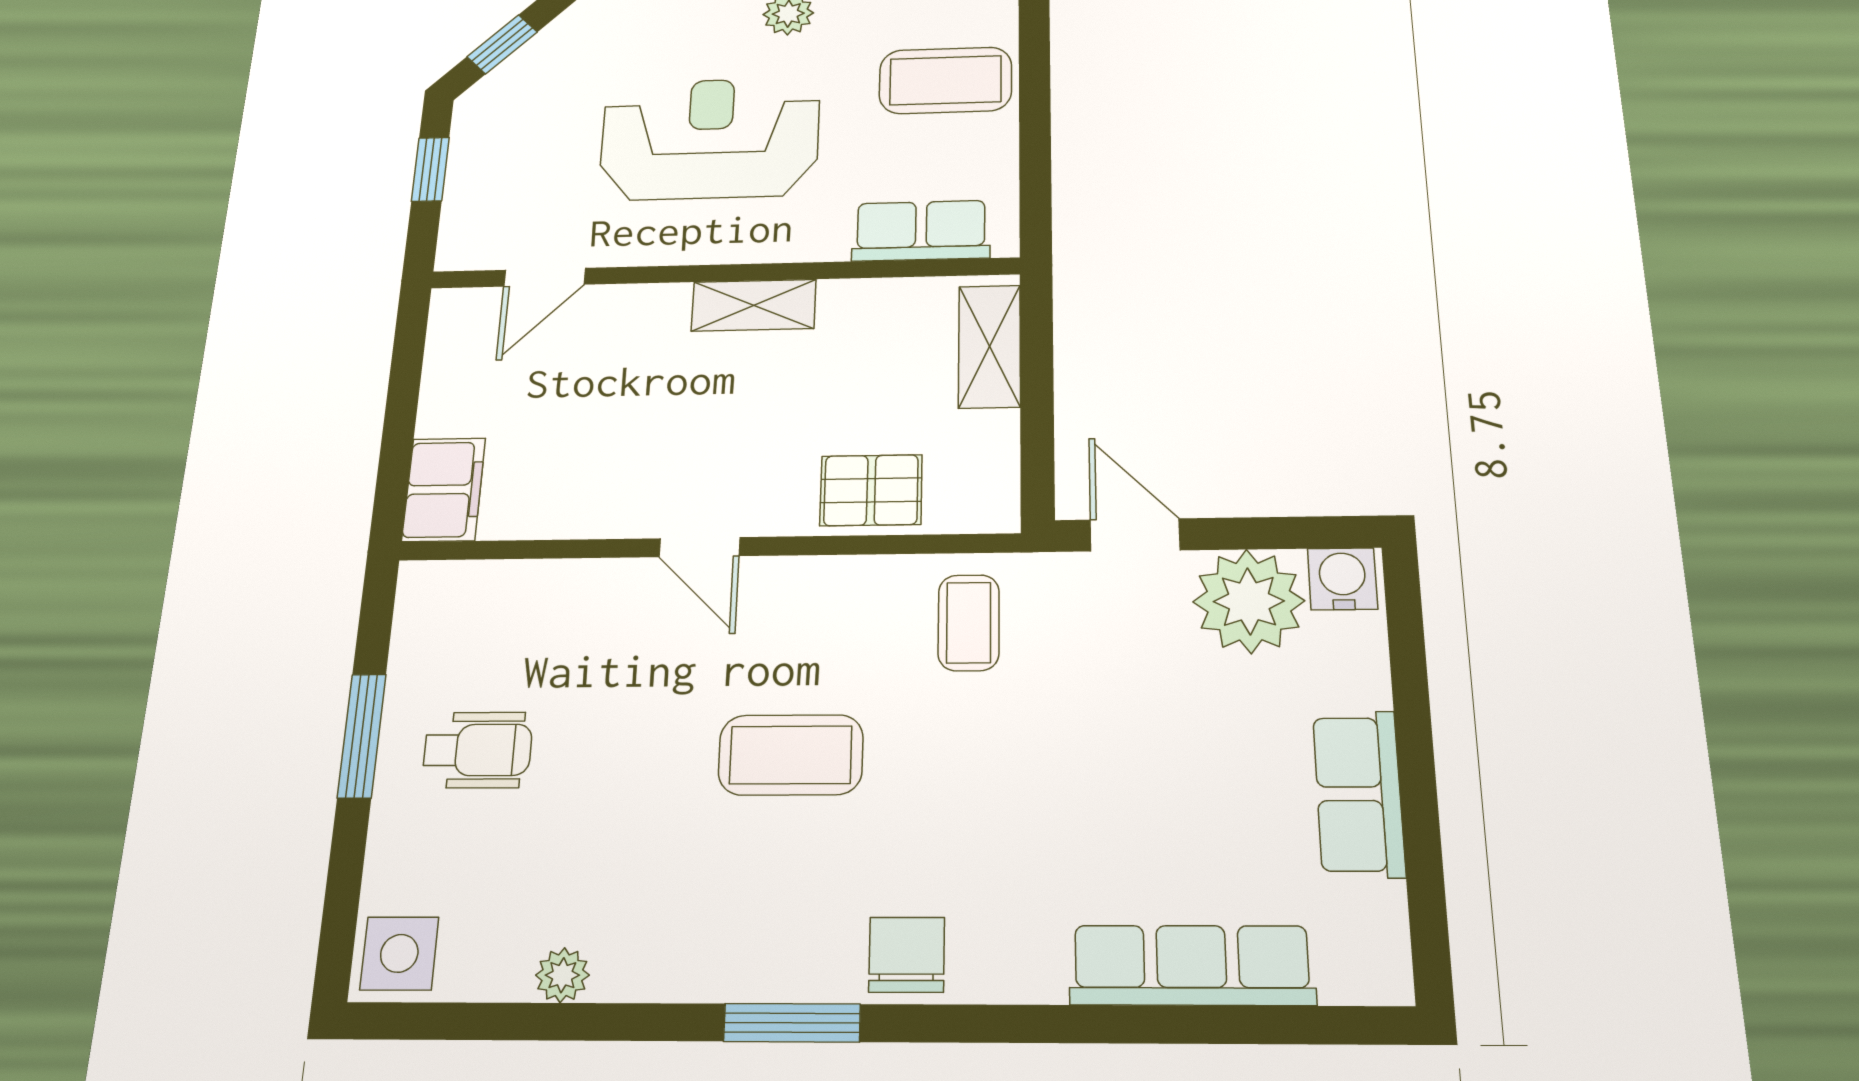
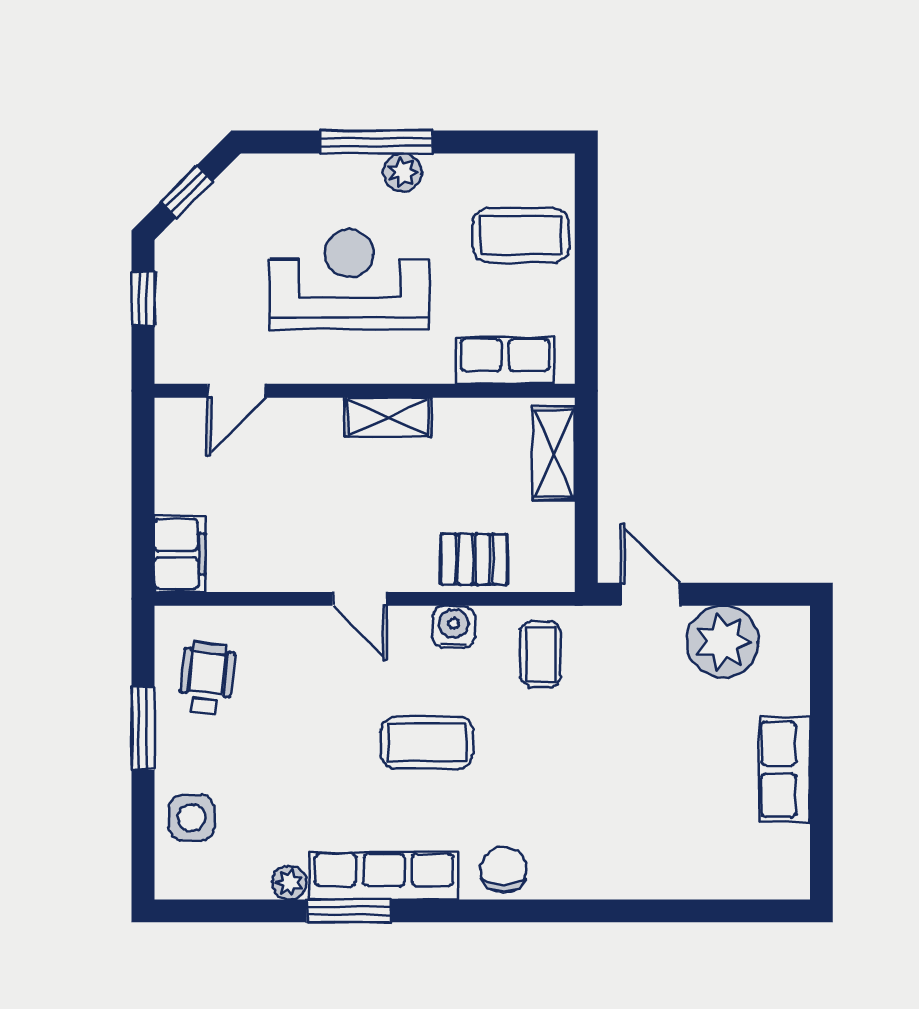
water cooler: (1342, 579) -> (454, 627), moved
wheelchair: (478, 750) -> (207, 678), moved, turned -84
side table: (399, 953) -> (192, 818), moved
row of seats: (1191, 965) -> (384, 876), moved
window: (792, 1023) -> (349, 911), moved

